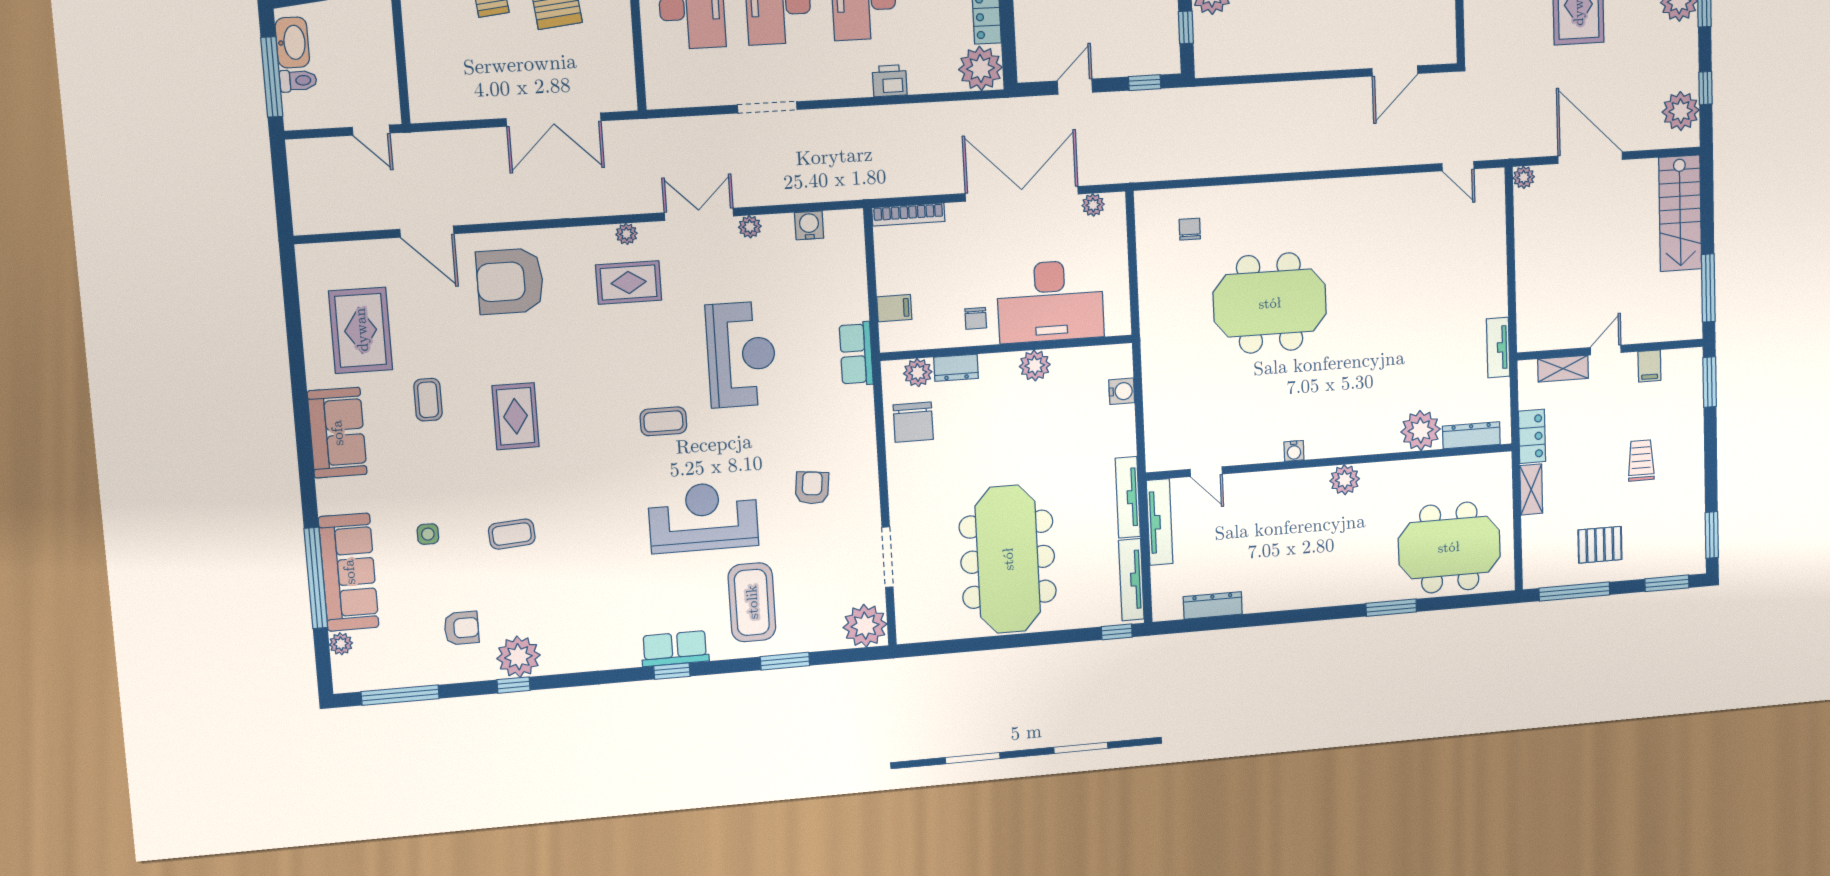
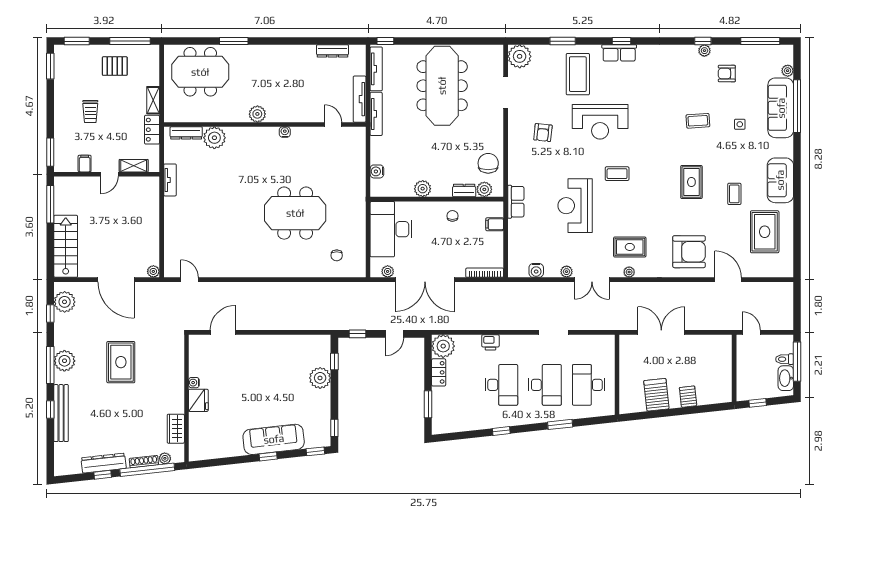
desk: (1050, 301) -> (391, 229), moved, turned -90
plant: (518, 657) -> (704, 51), width x0.53, depth x0.53

